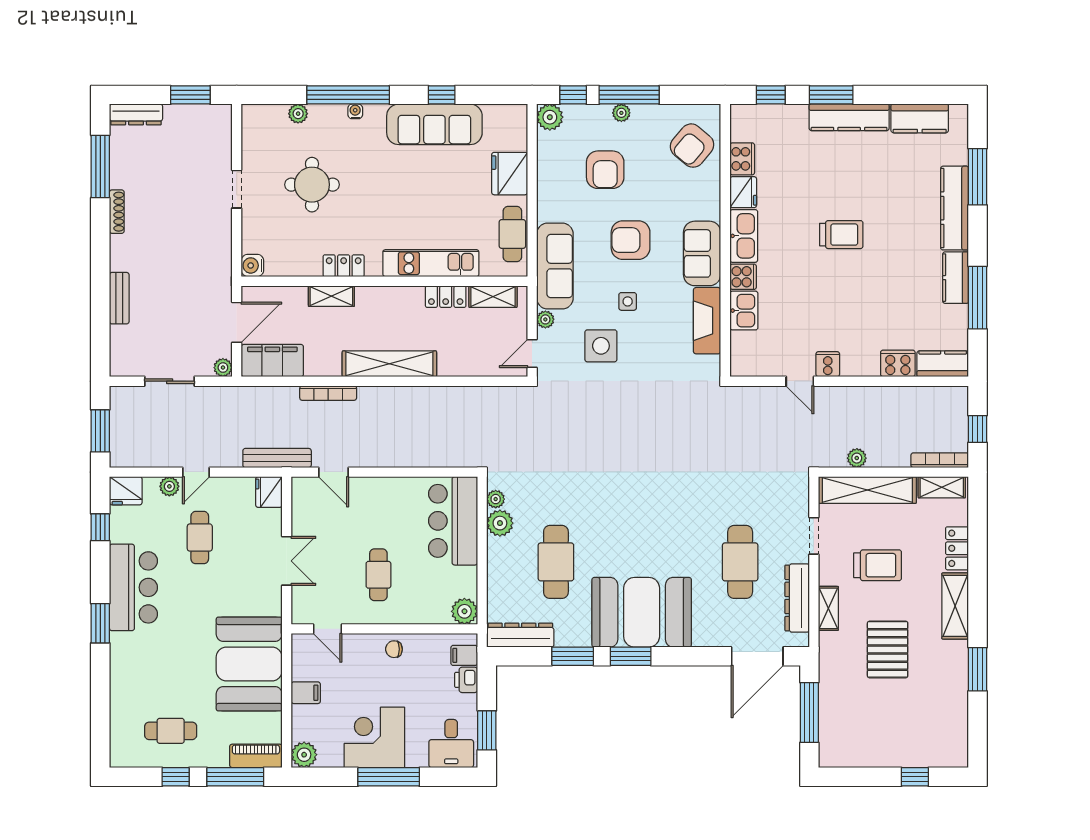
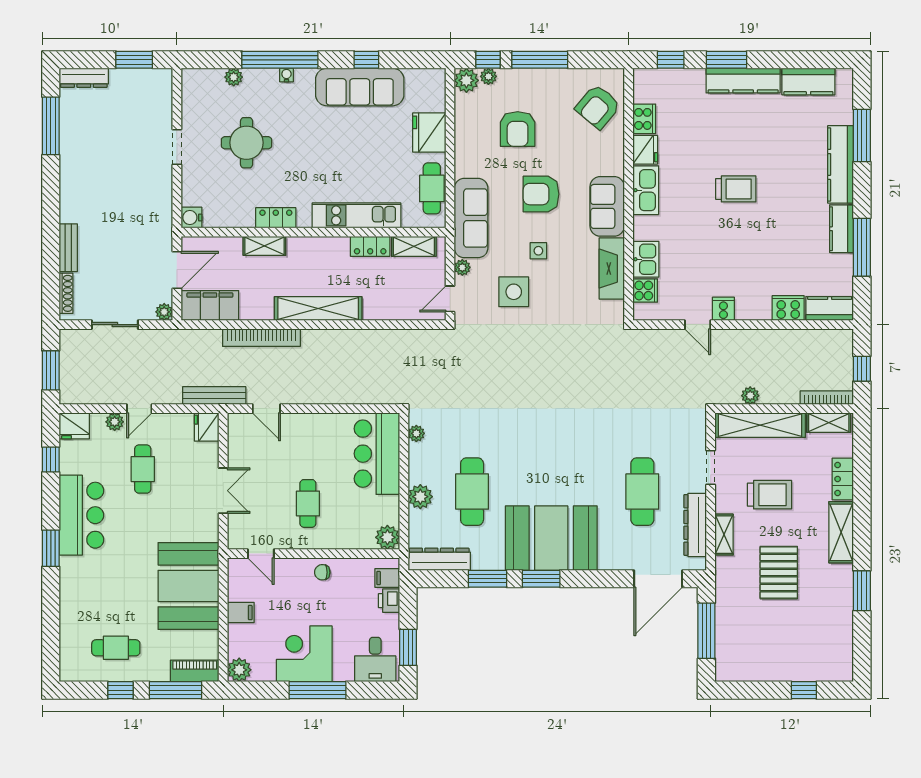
plant: (621, 113) -> (488, 76), moved
shoe rack: (117, 212) -> (66, 293), moved
cooker: (743, 277) -> (645, 291), moved
bookcase: (328, 393) -> (261, 338), width x1.48, depth x1.31
plant: (500, 523) -> (420, 497), moved

